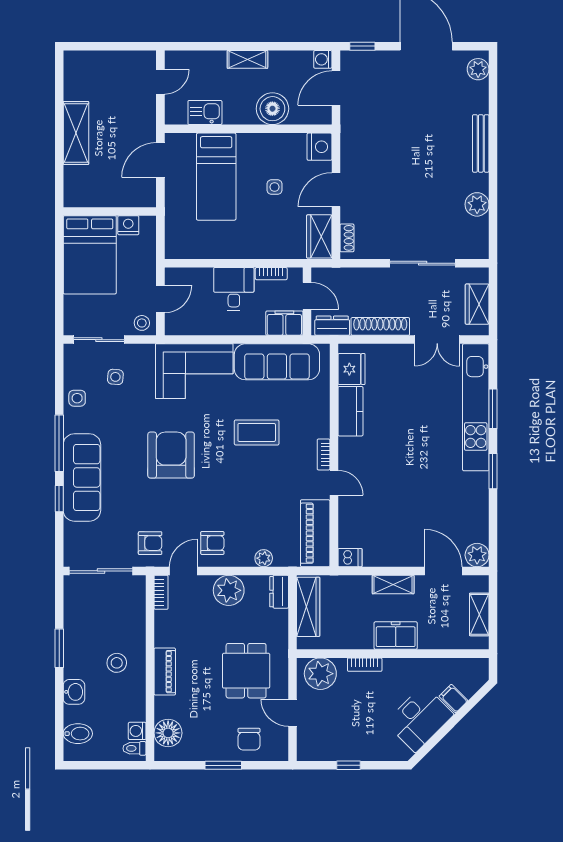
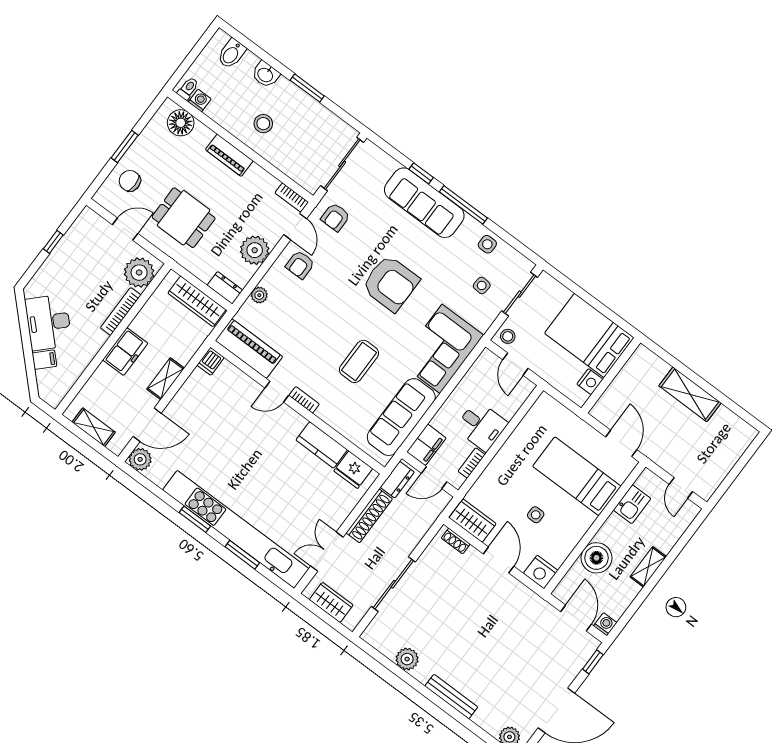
kitchen unit: (476, 407) -> (236, 529), width x1.36
bookcase: (365, 665) -> (121, 311), width x1.56

